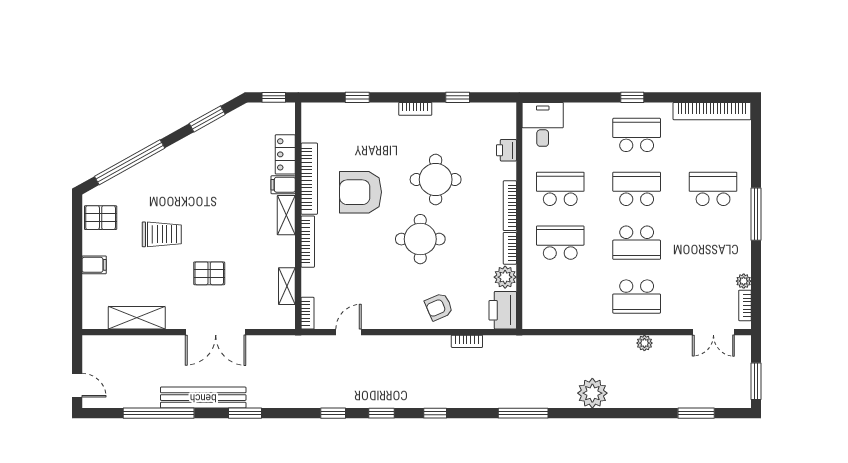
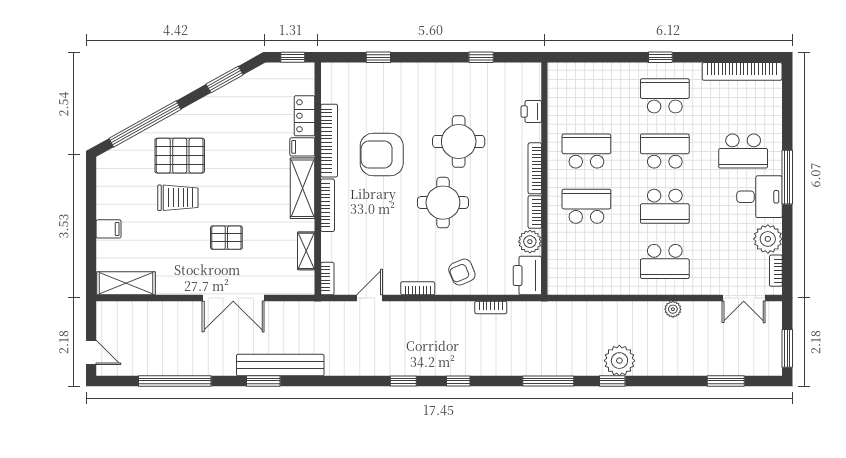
bookcase: (415, 109) -> (418, 288), moved, turned 180
desk: (543, 124) -> (759, 197), moved, turned 90
school desk: (713, 189) -> (743, 151), turned 180
shelving: (286, 215) -> (303, 188), width x1.50, depth x1.33
pallet: (101, 218) -> (180, 156), moved, width x1.50, depth x1.42
plant: (744, 281) -> (768, 239), width x1.88, depth x1.88
shelving: (137, 318) -> (126, 283), moved
bench: (203, 398) -> (280, 365), moved
window: (333, 413) -> (612, 381), moved

